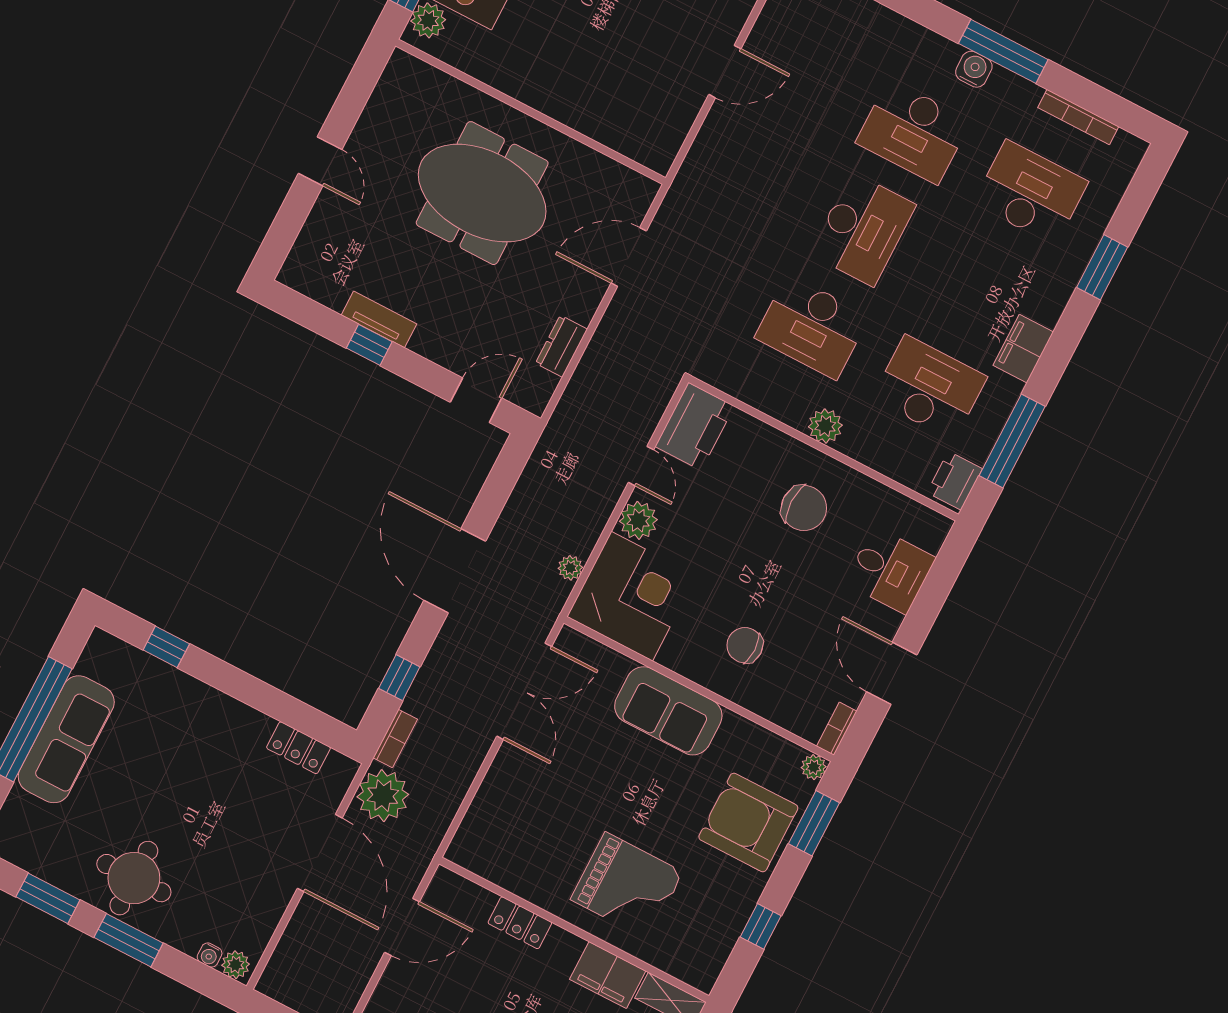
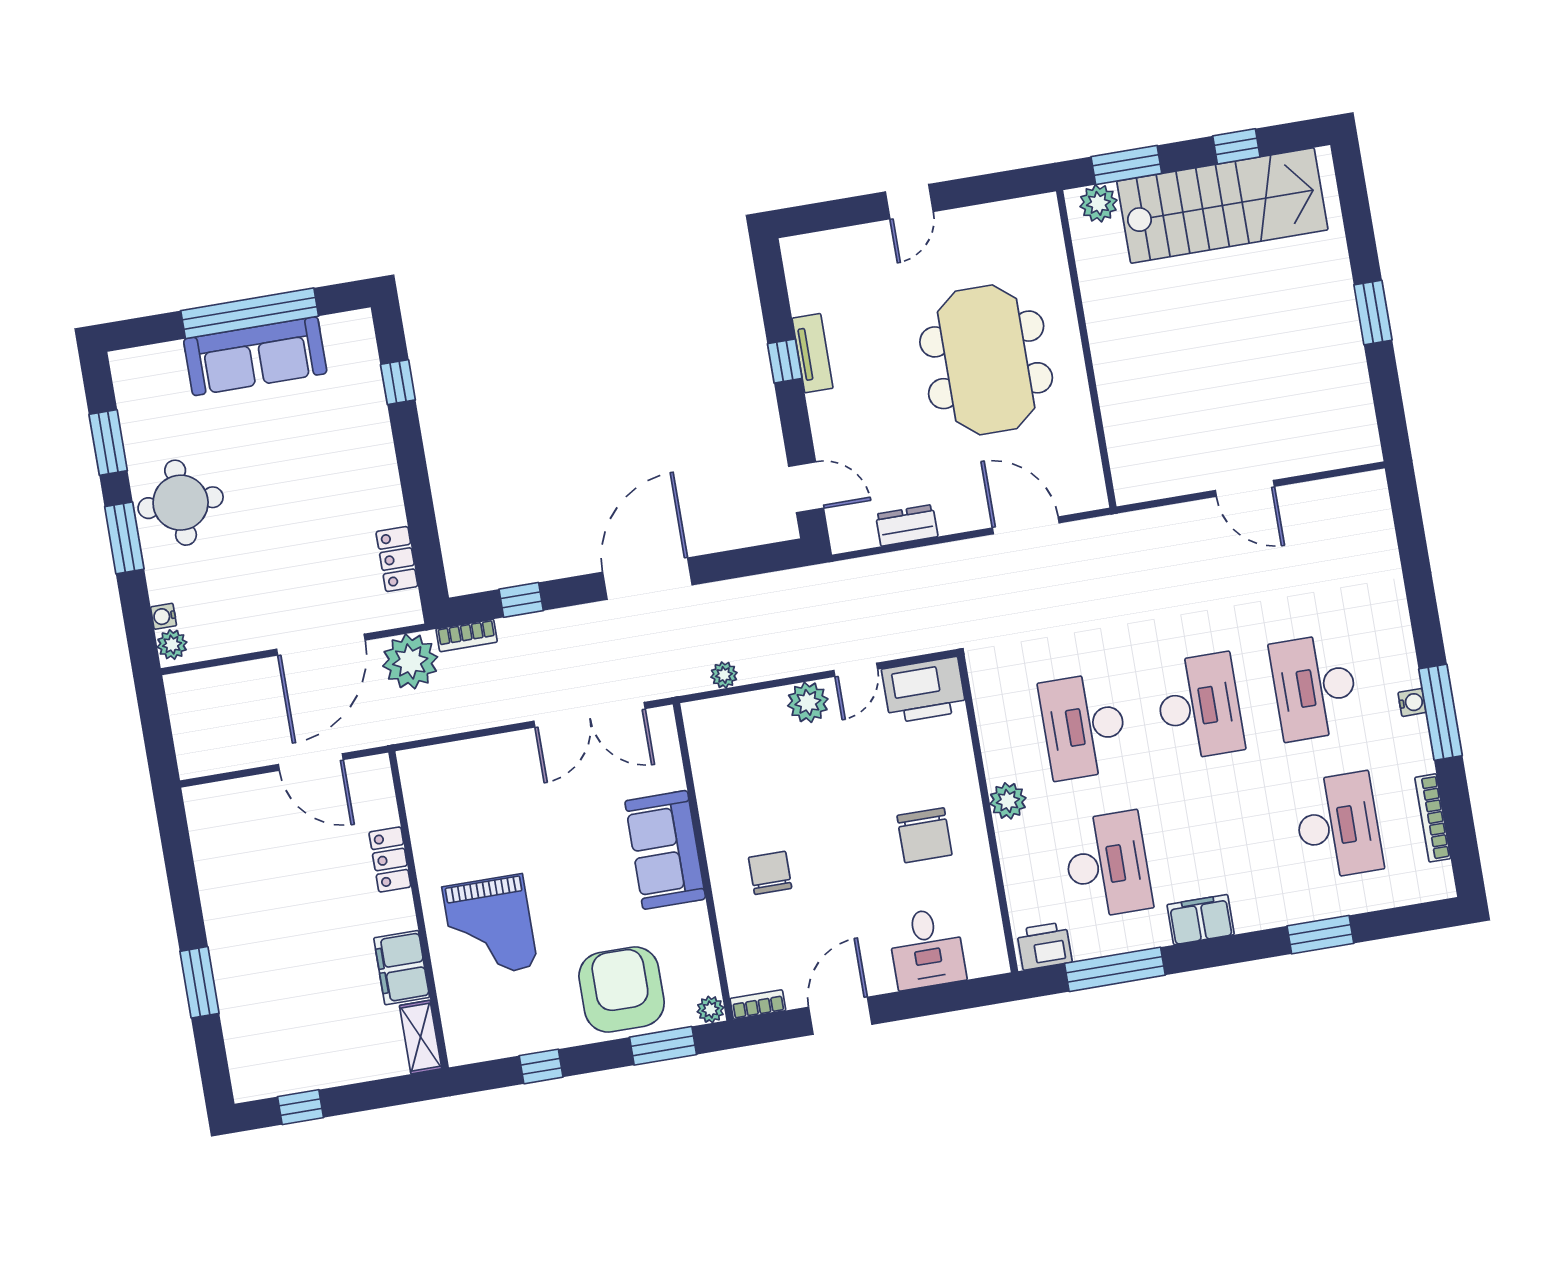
water cooler: (974, 69) -> (1412, 702), width x0.72, depth x0.72
desk: (863, 229) -> (1199, 707), turned -90
corner desk: (632, 596) -> (739, 745), removed

